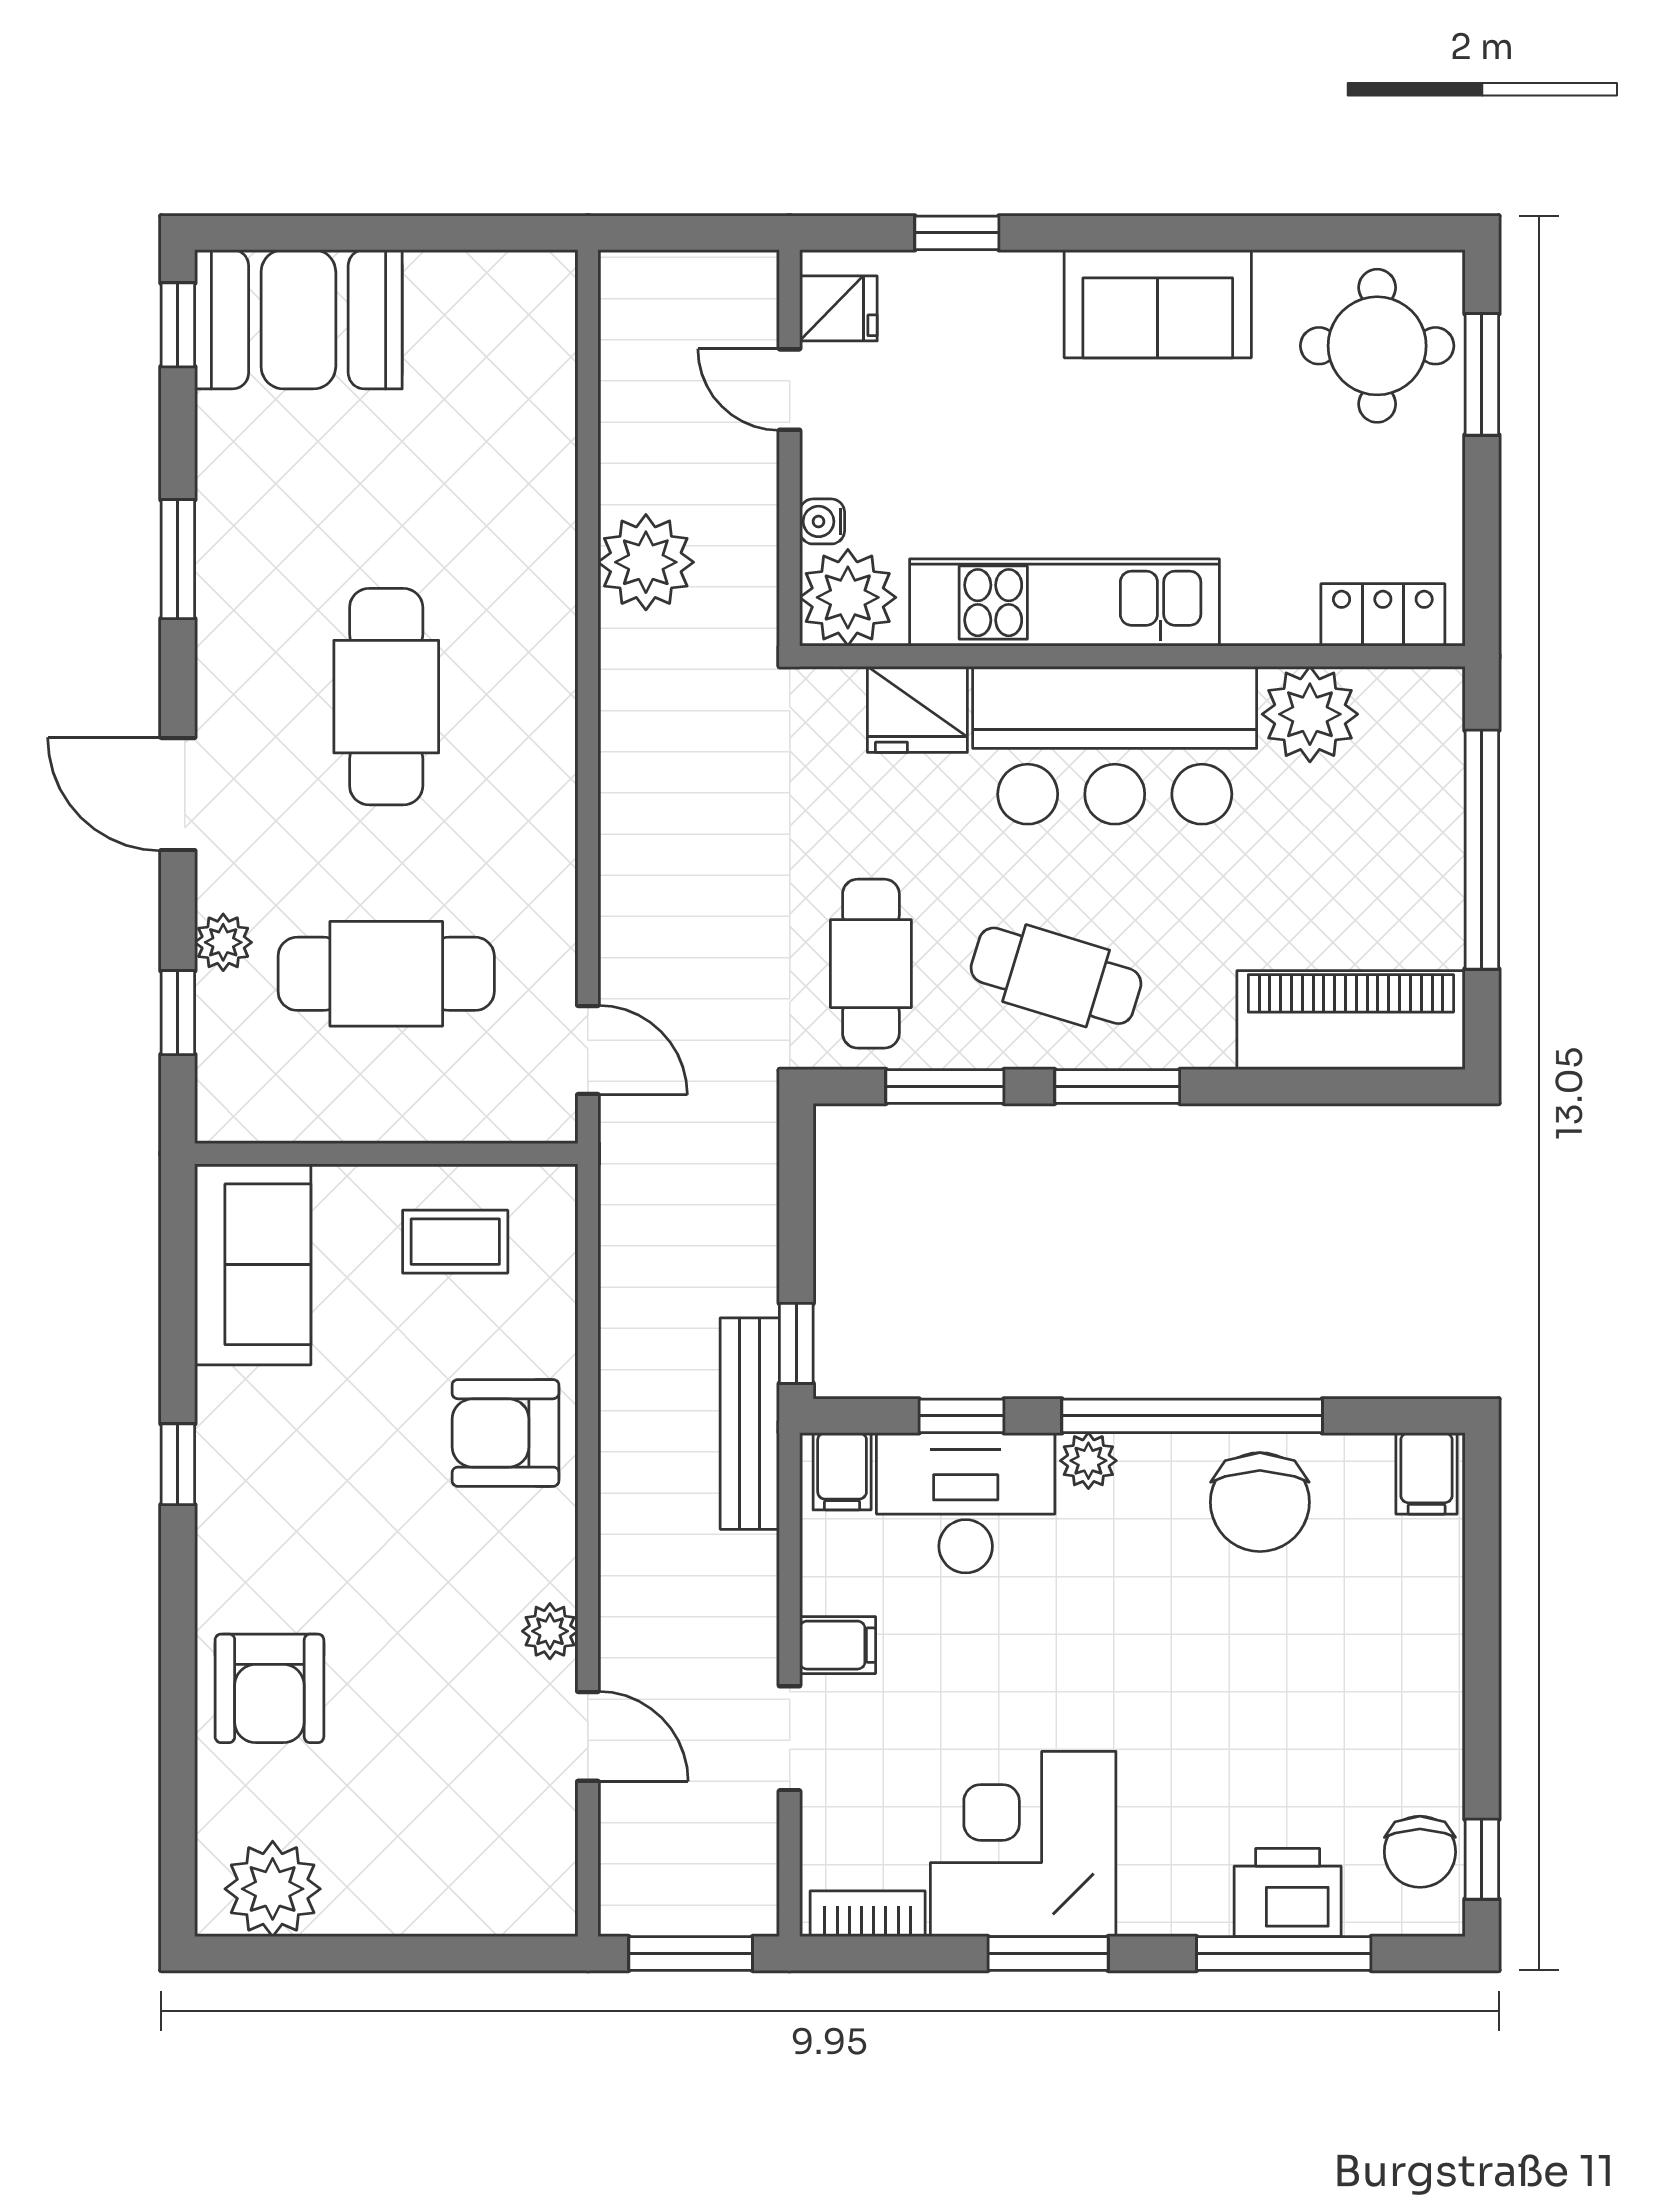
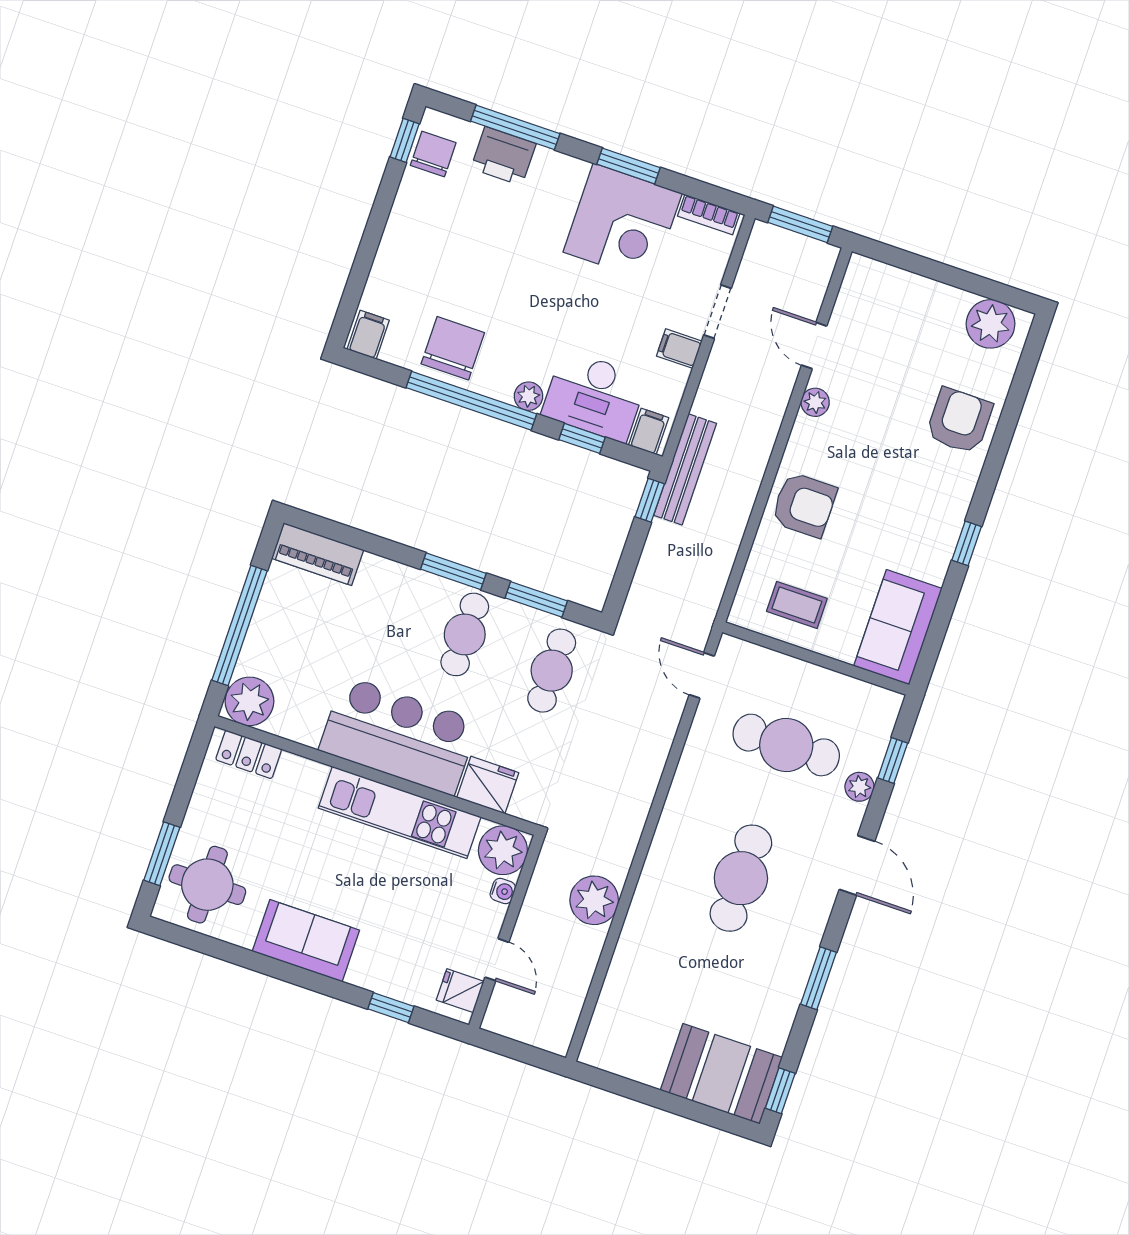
plant: (1310, 714) -> (249, 701), moved
cafe table: (1056, 976) -> (465, 634), turned 73
piano: (1351, 1020) -> (318, 554), width x0.73, depth x0.75

